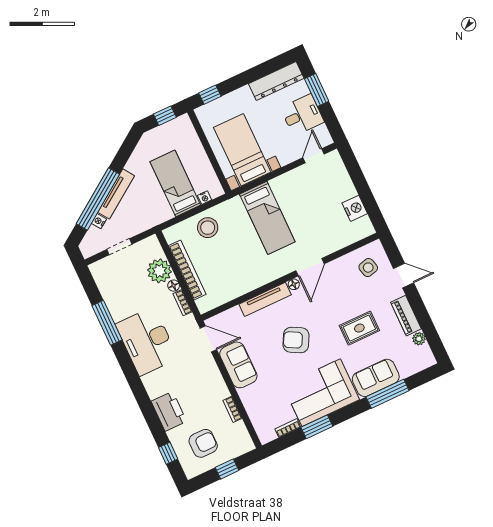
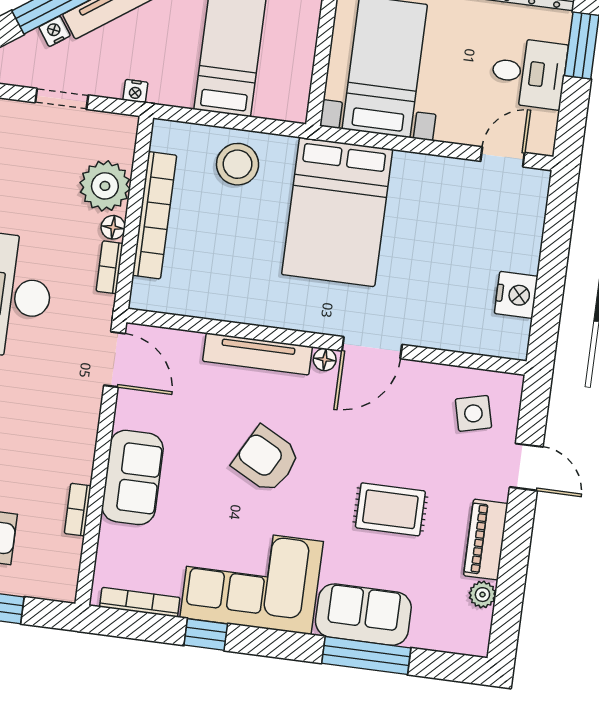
nightstand: (205, 198) -> (135, 91), moved
bed: (267, 218) -> (337, 212), width x1.50
sofa: (238, 365) -> (132, 477), moved
window: (317, 427) -> (206, 634), width x0.67
bookcase: (288, 428) -> (140, 602), width x1.56

